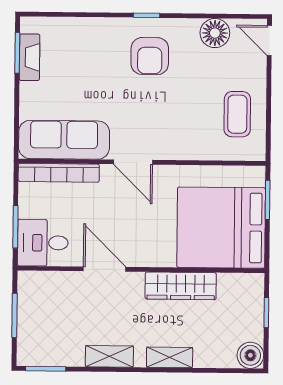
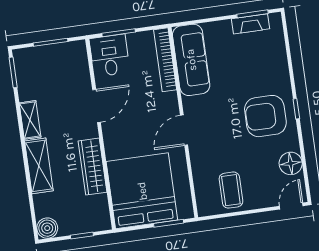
armchair: (150, 56) -> (265, 116), width x1.36, depth x1.36
coffee table: (237, 114) -> (231, 190), turned 90
door: (133, 162) -> (184, 130), moved
shelving: (170, 357) -> (39, 166), width x1.50, depth x1.33

